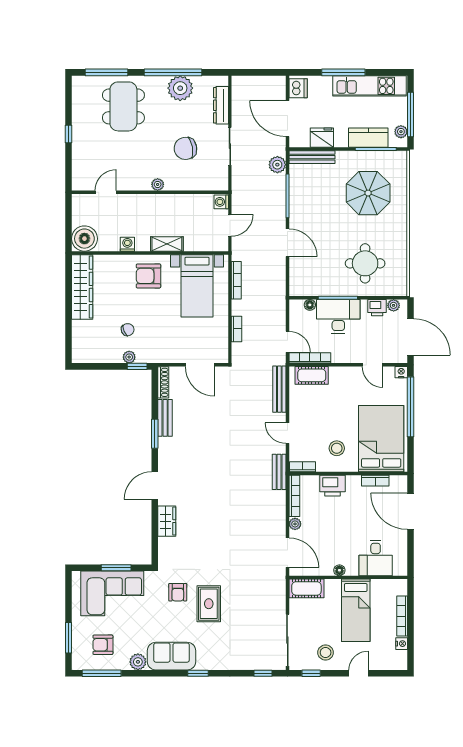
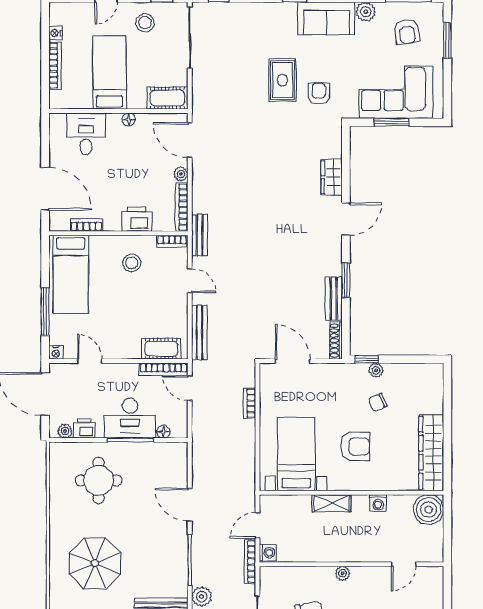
armchair: (148, 276) -> (355, 446), moved
bookcase: (236, 280) -> (250, 562), moved
window: (410, 407) -> (45, 312), width x0.68
bed: (381, 439) -> (71, 274), width x0.67
armchair: (103, 645) -> (407, 32), turned 81

